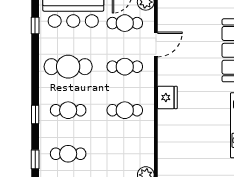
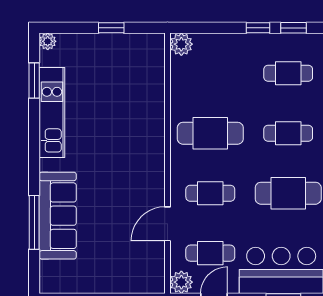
fridge: (167, 97) -> (152, 151), removed
cafe table: (125, 110) -> (210, 133), width x1.37, depth x1.35

